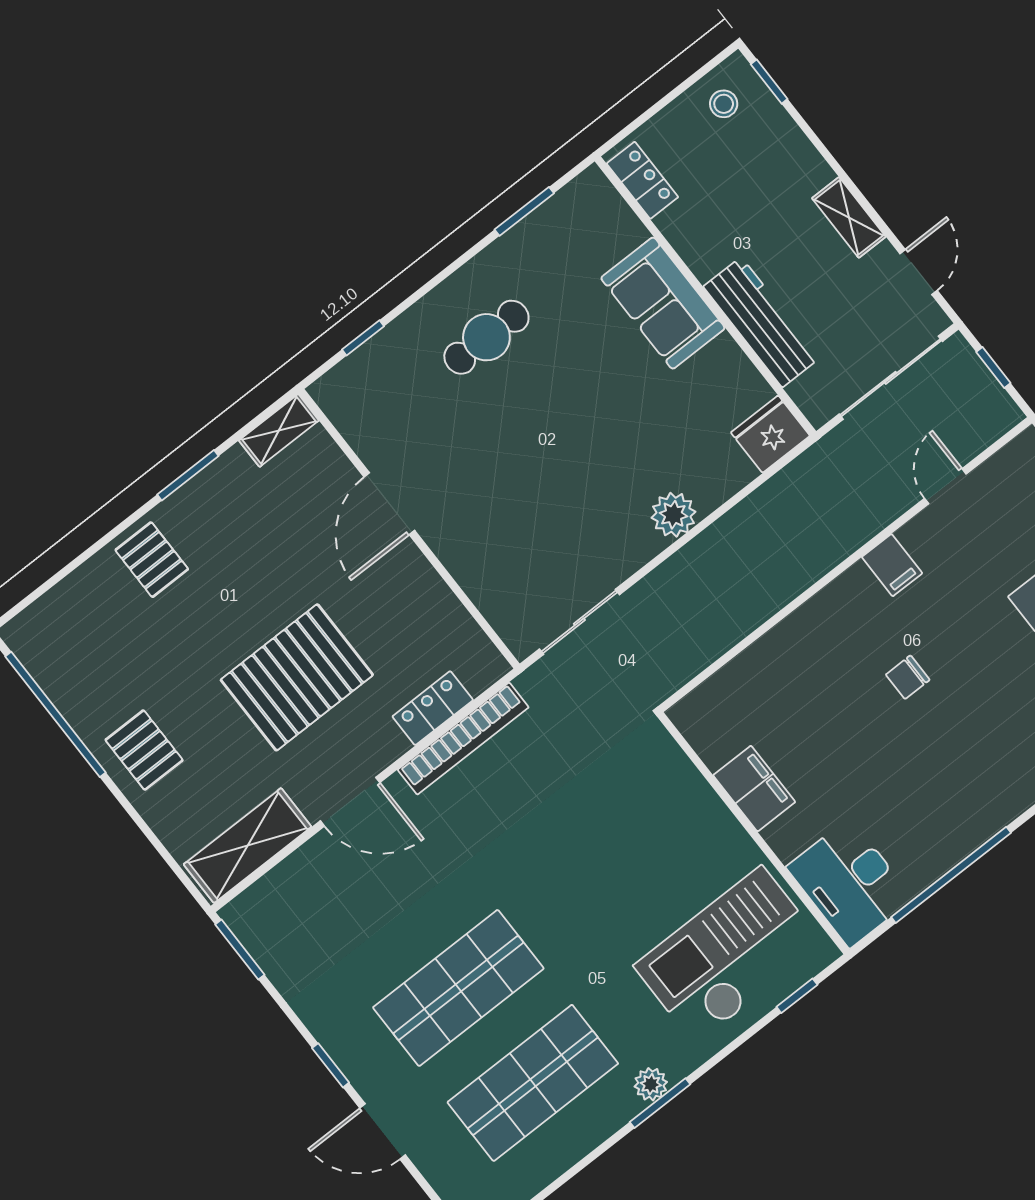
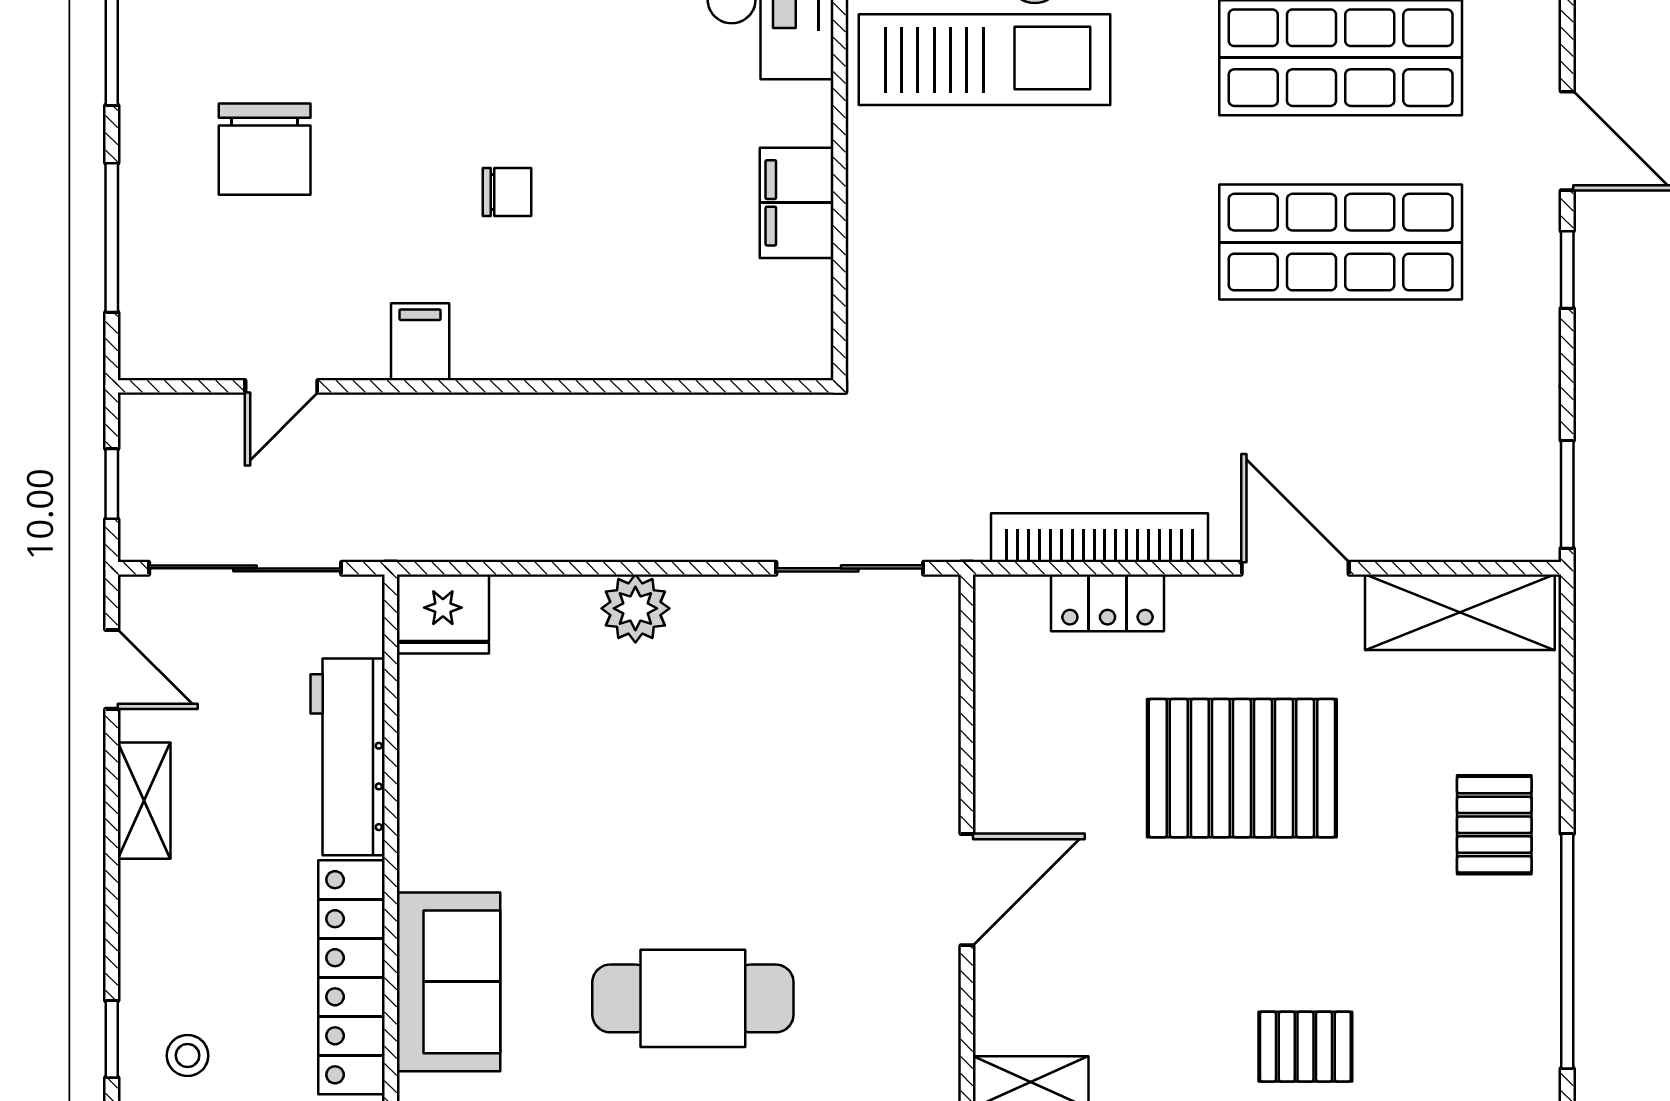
locker: (642, 180) -> (352, 977), width x2.16, depth x1.21
door: (918, 272) -> (112, 669), swing flipped
sofa: (663, 303) -> (449, 982), moved
cafe table: (486, 337) -> (693, 998), width x1.37, depth x1.35
pallet: (152, 560) -> (1305, 1047), turned 90

